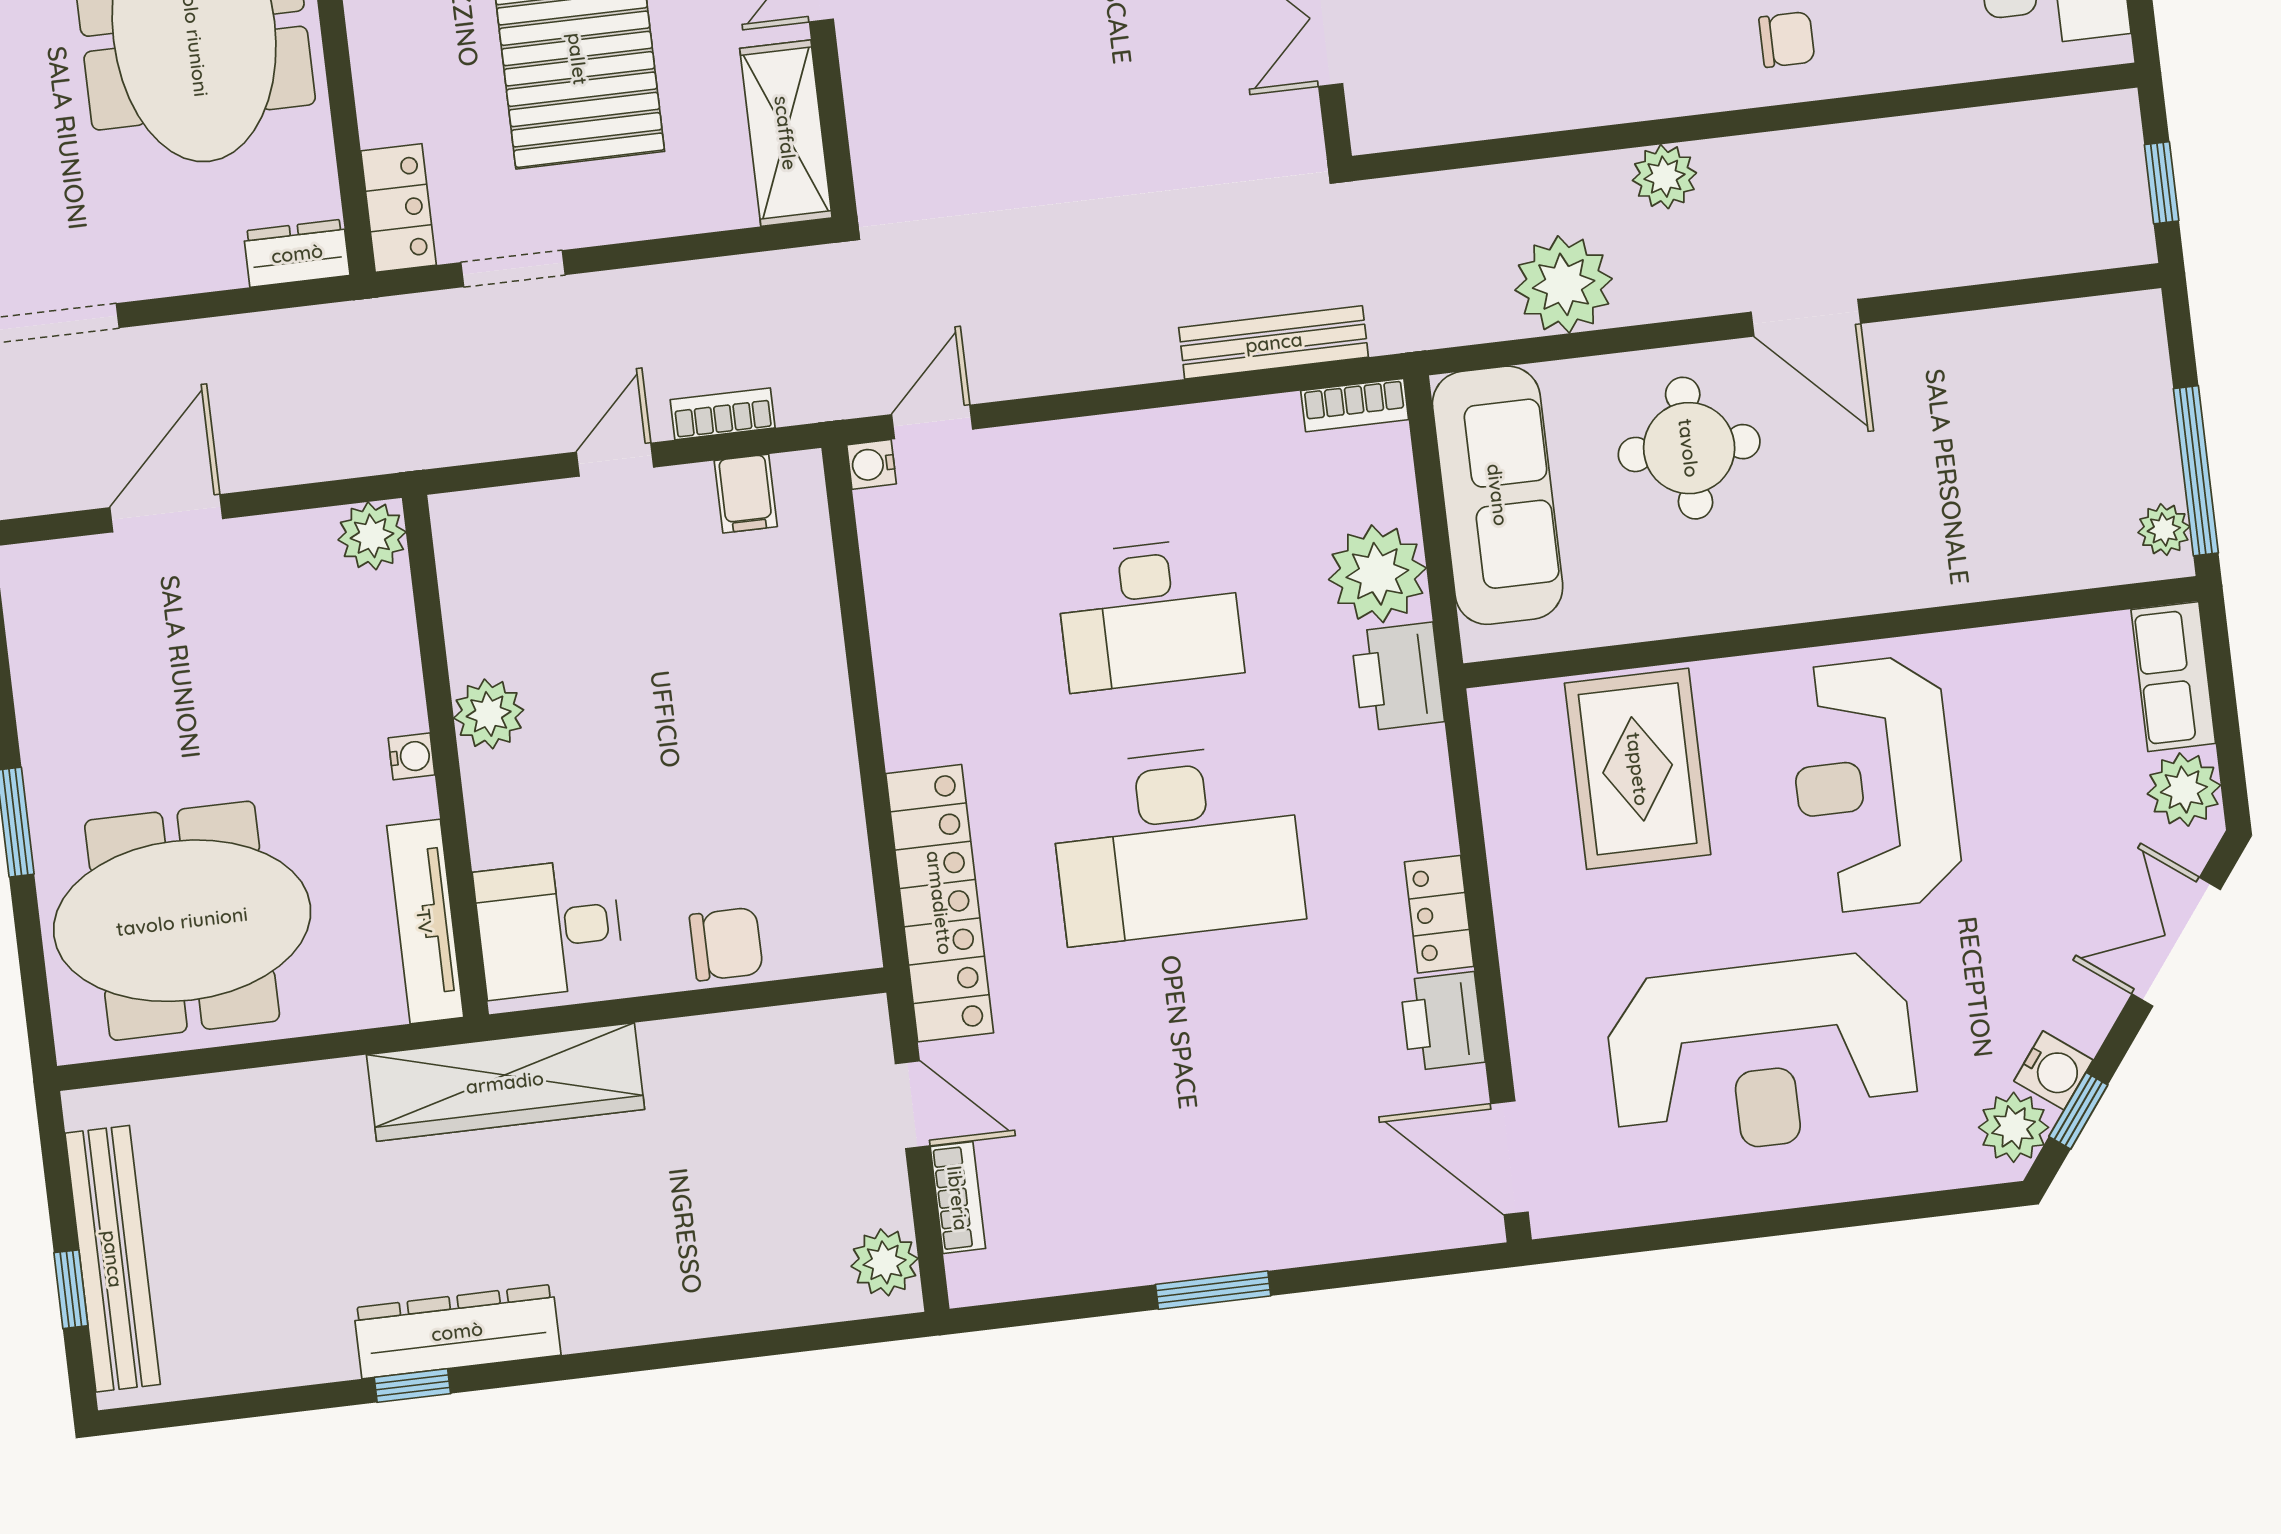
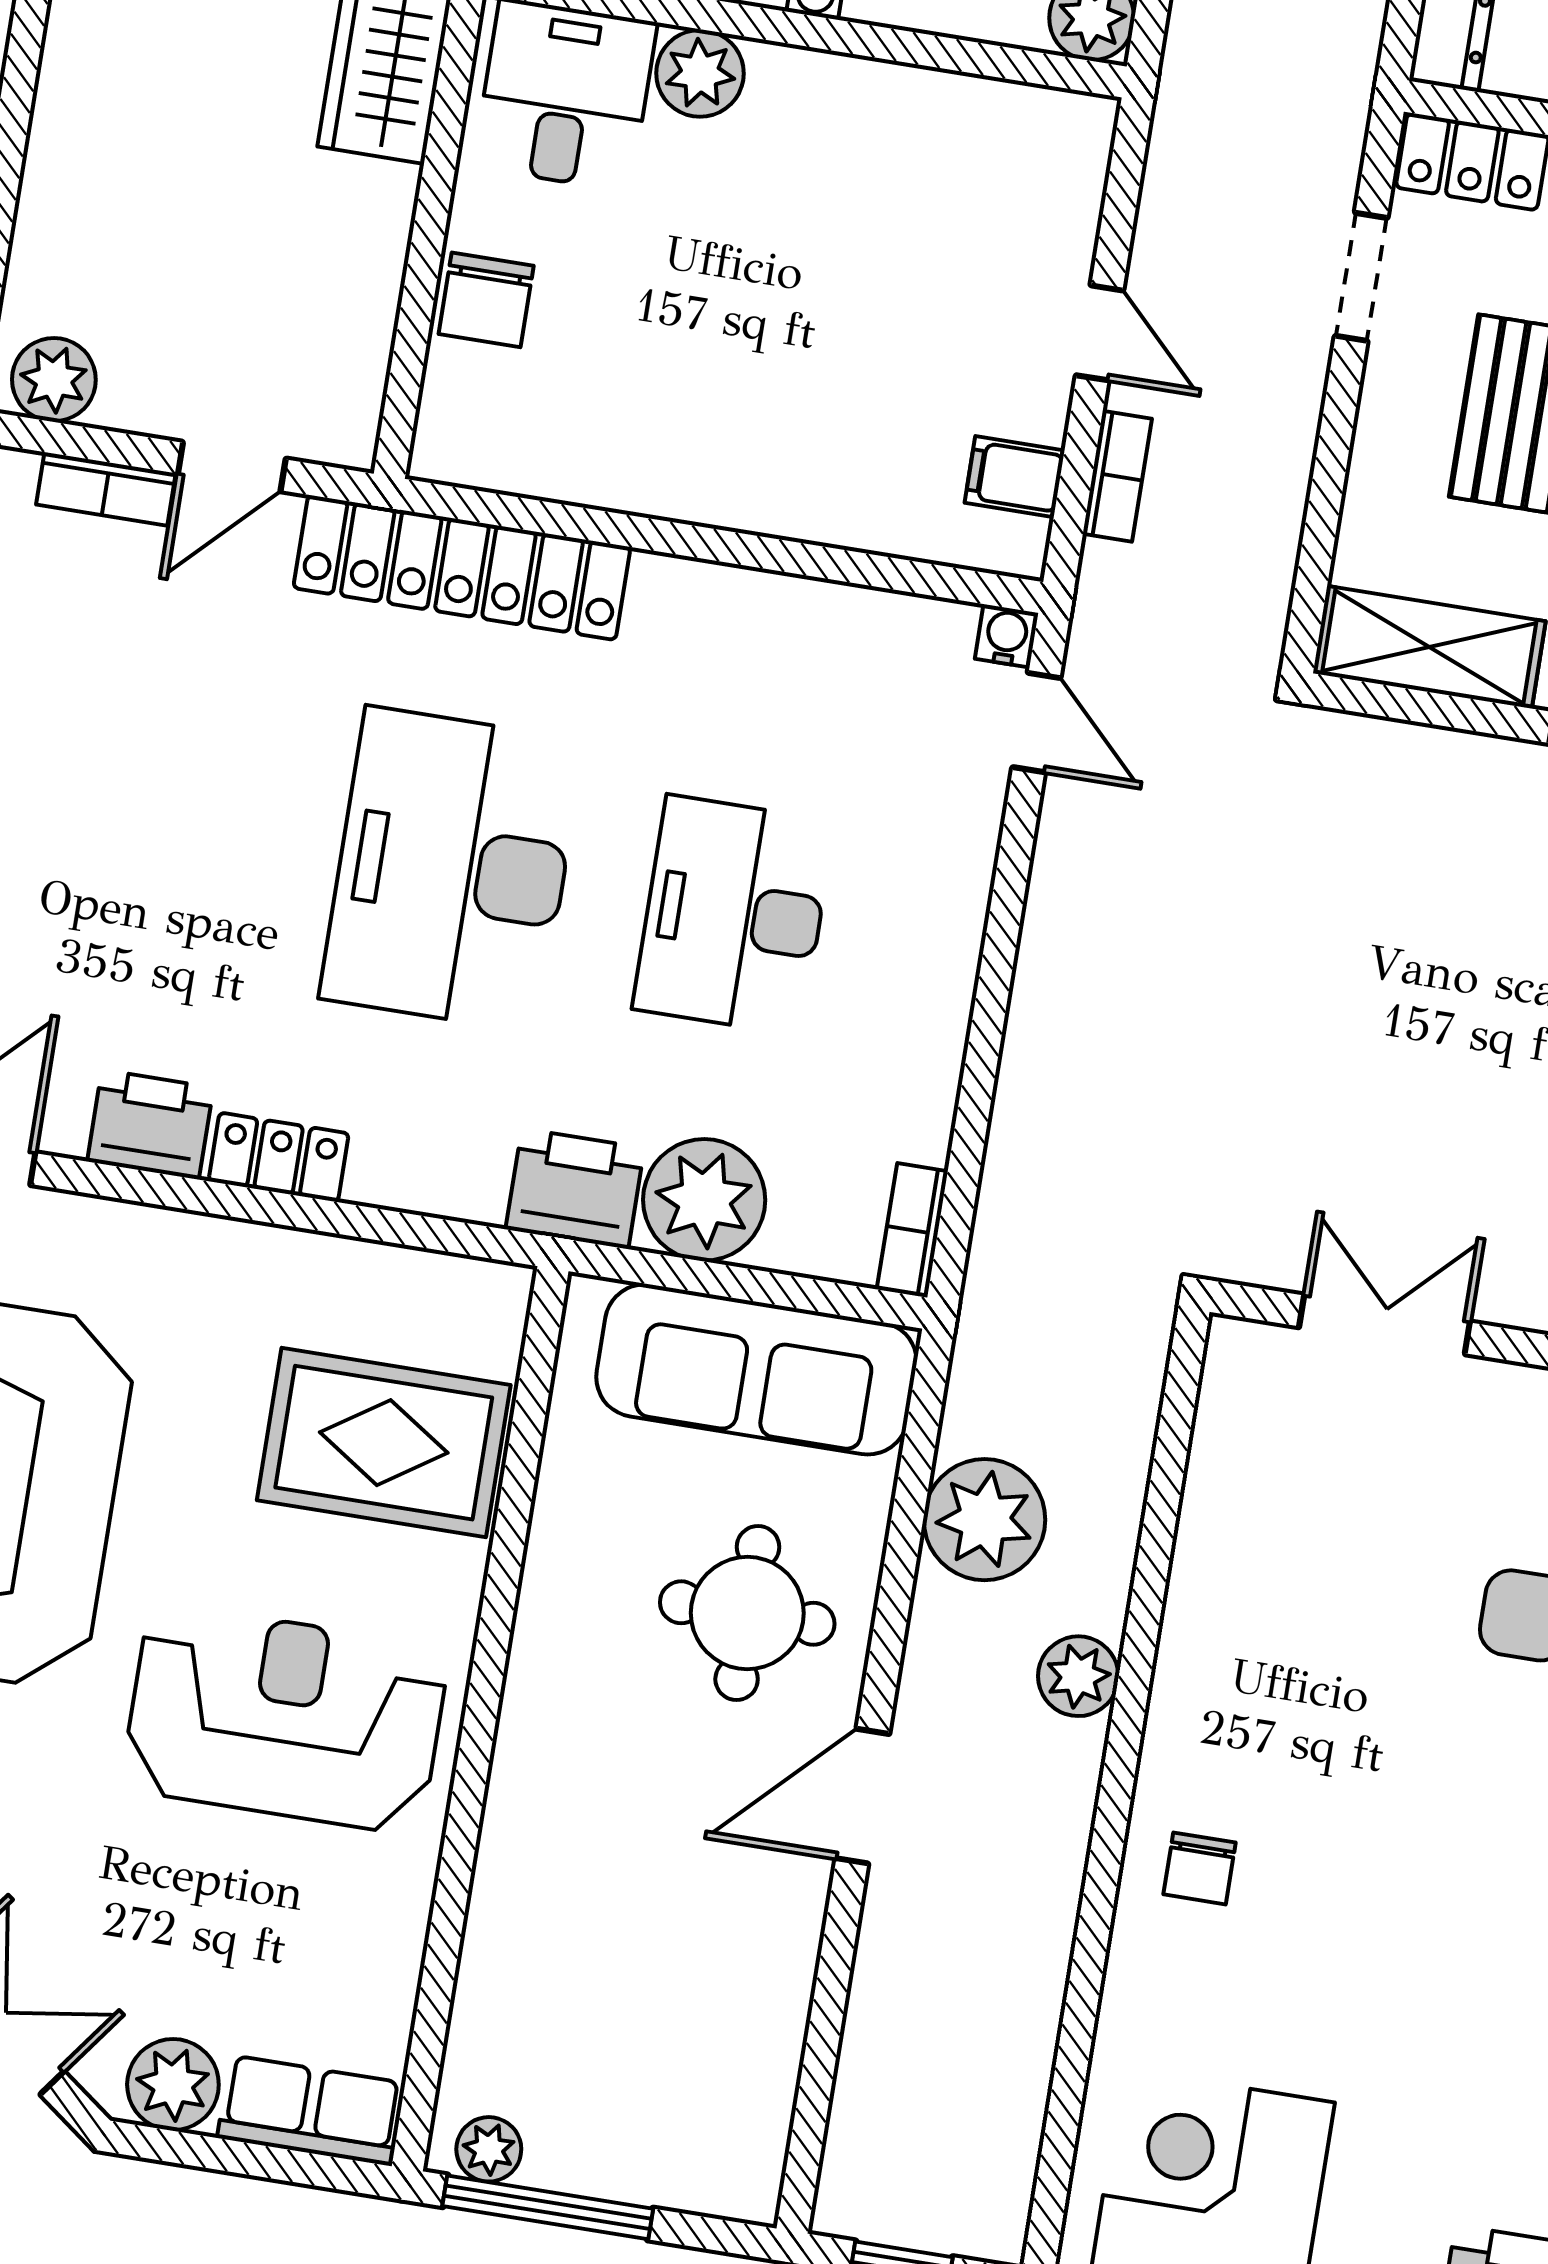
bench: (1274, 342) -> (1015, 1155), removed
plant: (489, 714) -> (700, 73), moved

